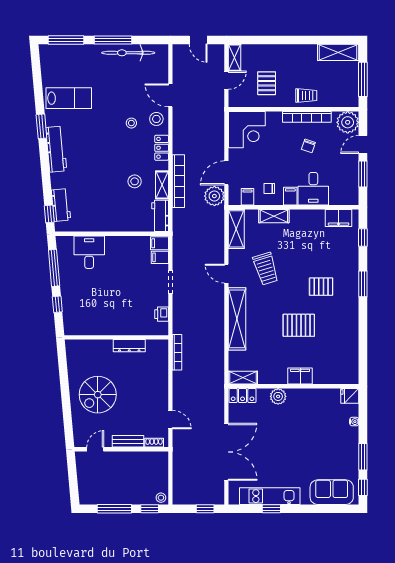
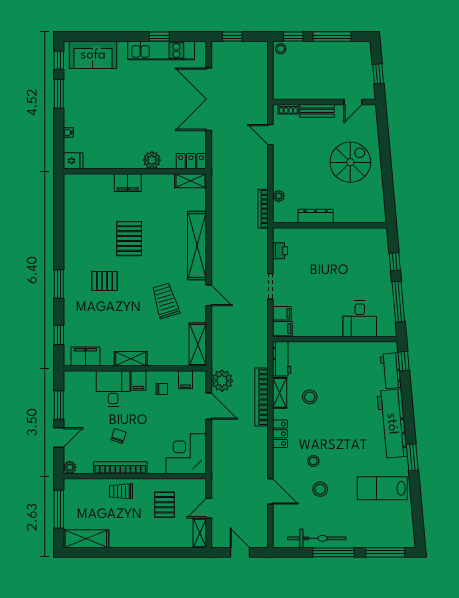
stool: (156, 119) -> (320, 489), moved
plant: (348, 122) -> (70, 467), width x0.53, depth x0.53
workbench: (56, 149) -> (392, 424), width x1.36, depth x1.32
door: (226, 173) -> (209, 406), hinge flipped
shelving: (274, 216) -> (131, 359), moved
pallet: (299, 325) -> (129, 239), turned 90
plant: (163, 364) -> (279, 196), added
window: (73, 475) -> (378, 74), added

